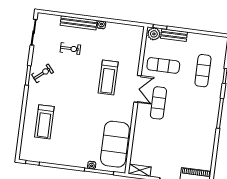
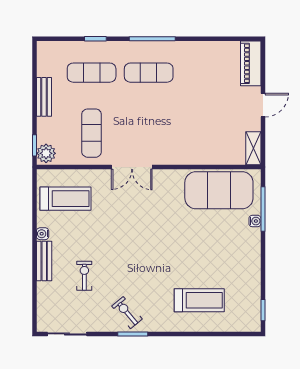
bench: (79, 23) -> (44, 261), width x0.73
bench: (174, 35) -> (44, 97), moved
treadmill: (108, 77) -> (66, 199), moved
double door: (138, 89) -> (132, 167), swing flipped
exercise mat: (158, 103) -> (149, 73), moved

